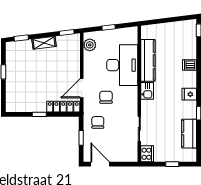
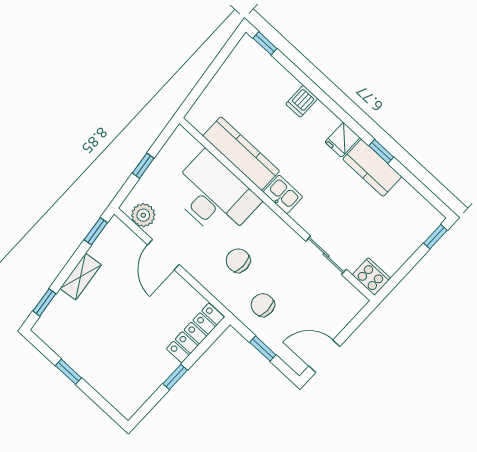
door: (82, 88) -> (163, 255), moved
kitchen counter: (189, 134) -> (372, 168), moved
window: (172, 164) -> (435, 237), moved

